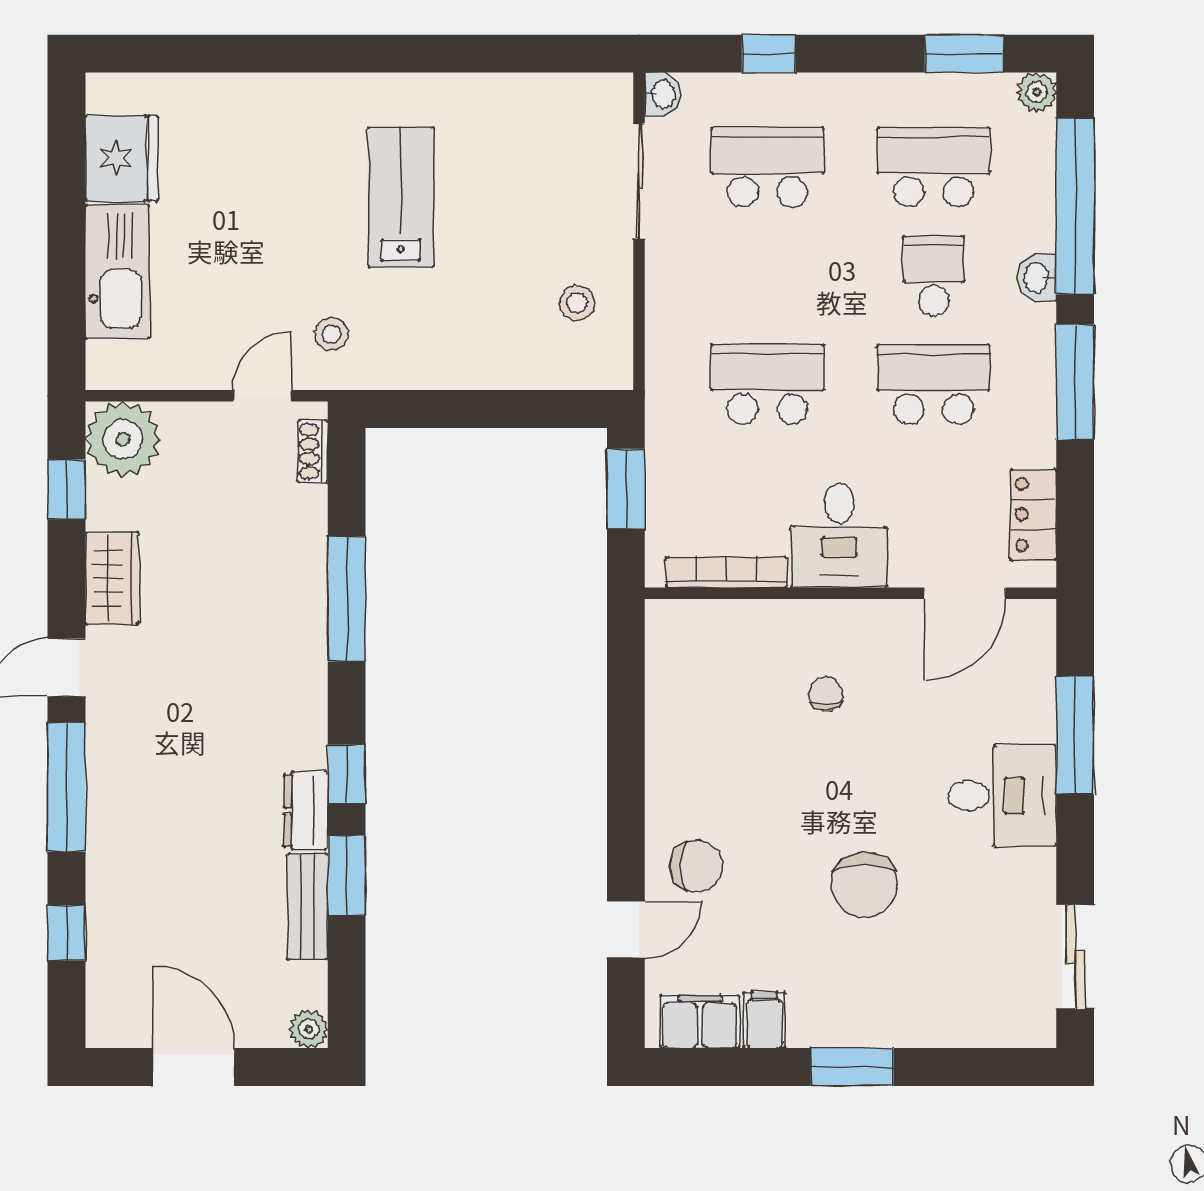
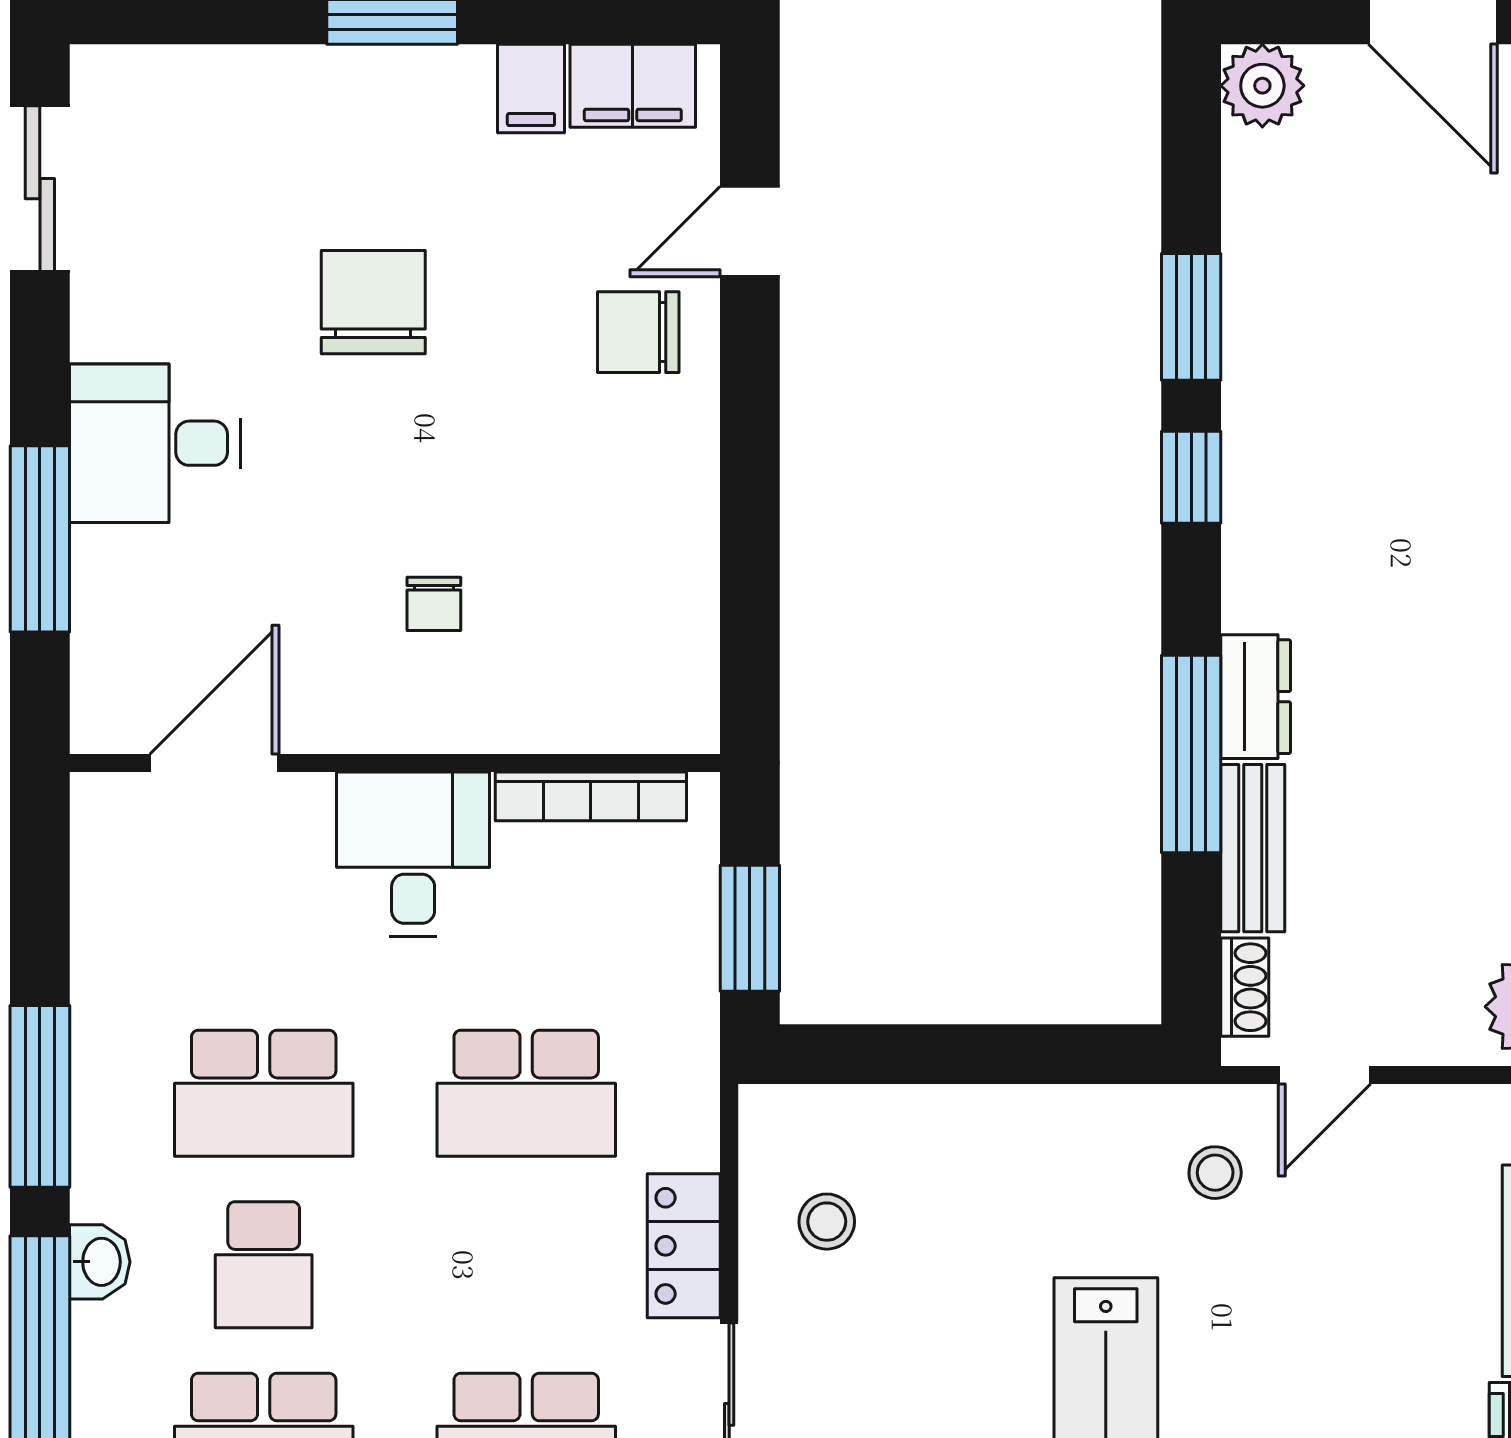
locker: (1033, 515) -> (684, 1246), moved, turned 180
dresser: (306, 811) -> (1256, 697), moved
bench: (308, 907) -> (1253, 848), moved
plant: (309, 1029) -> (1262, 86), width x1.38, depth x1.38

